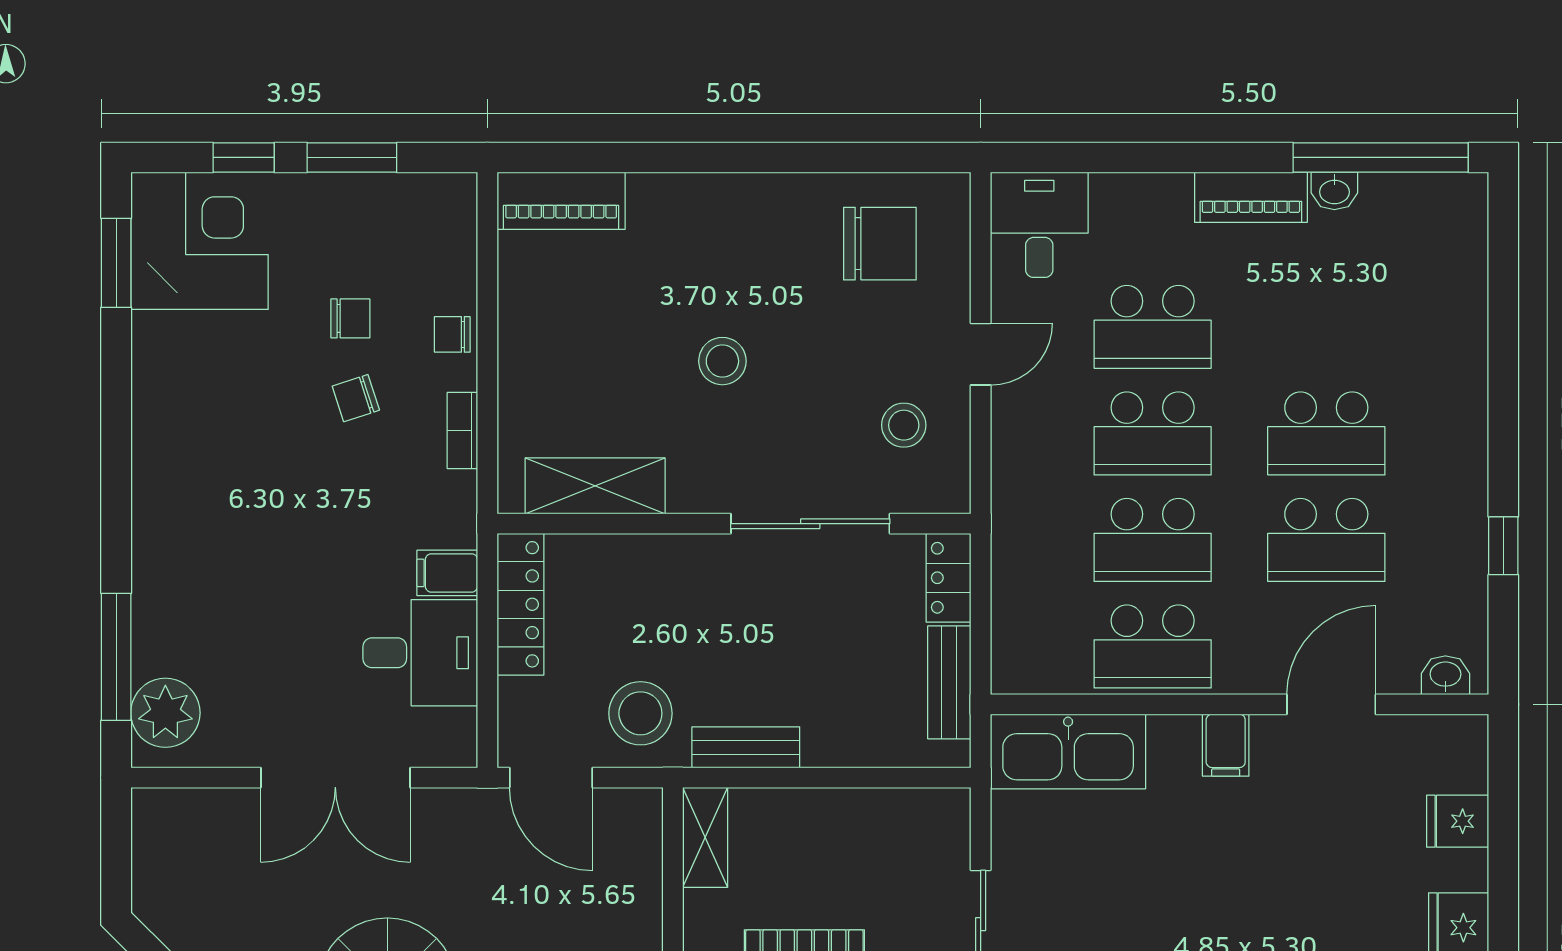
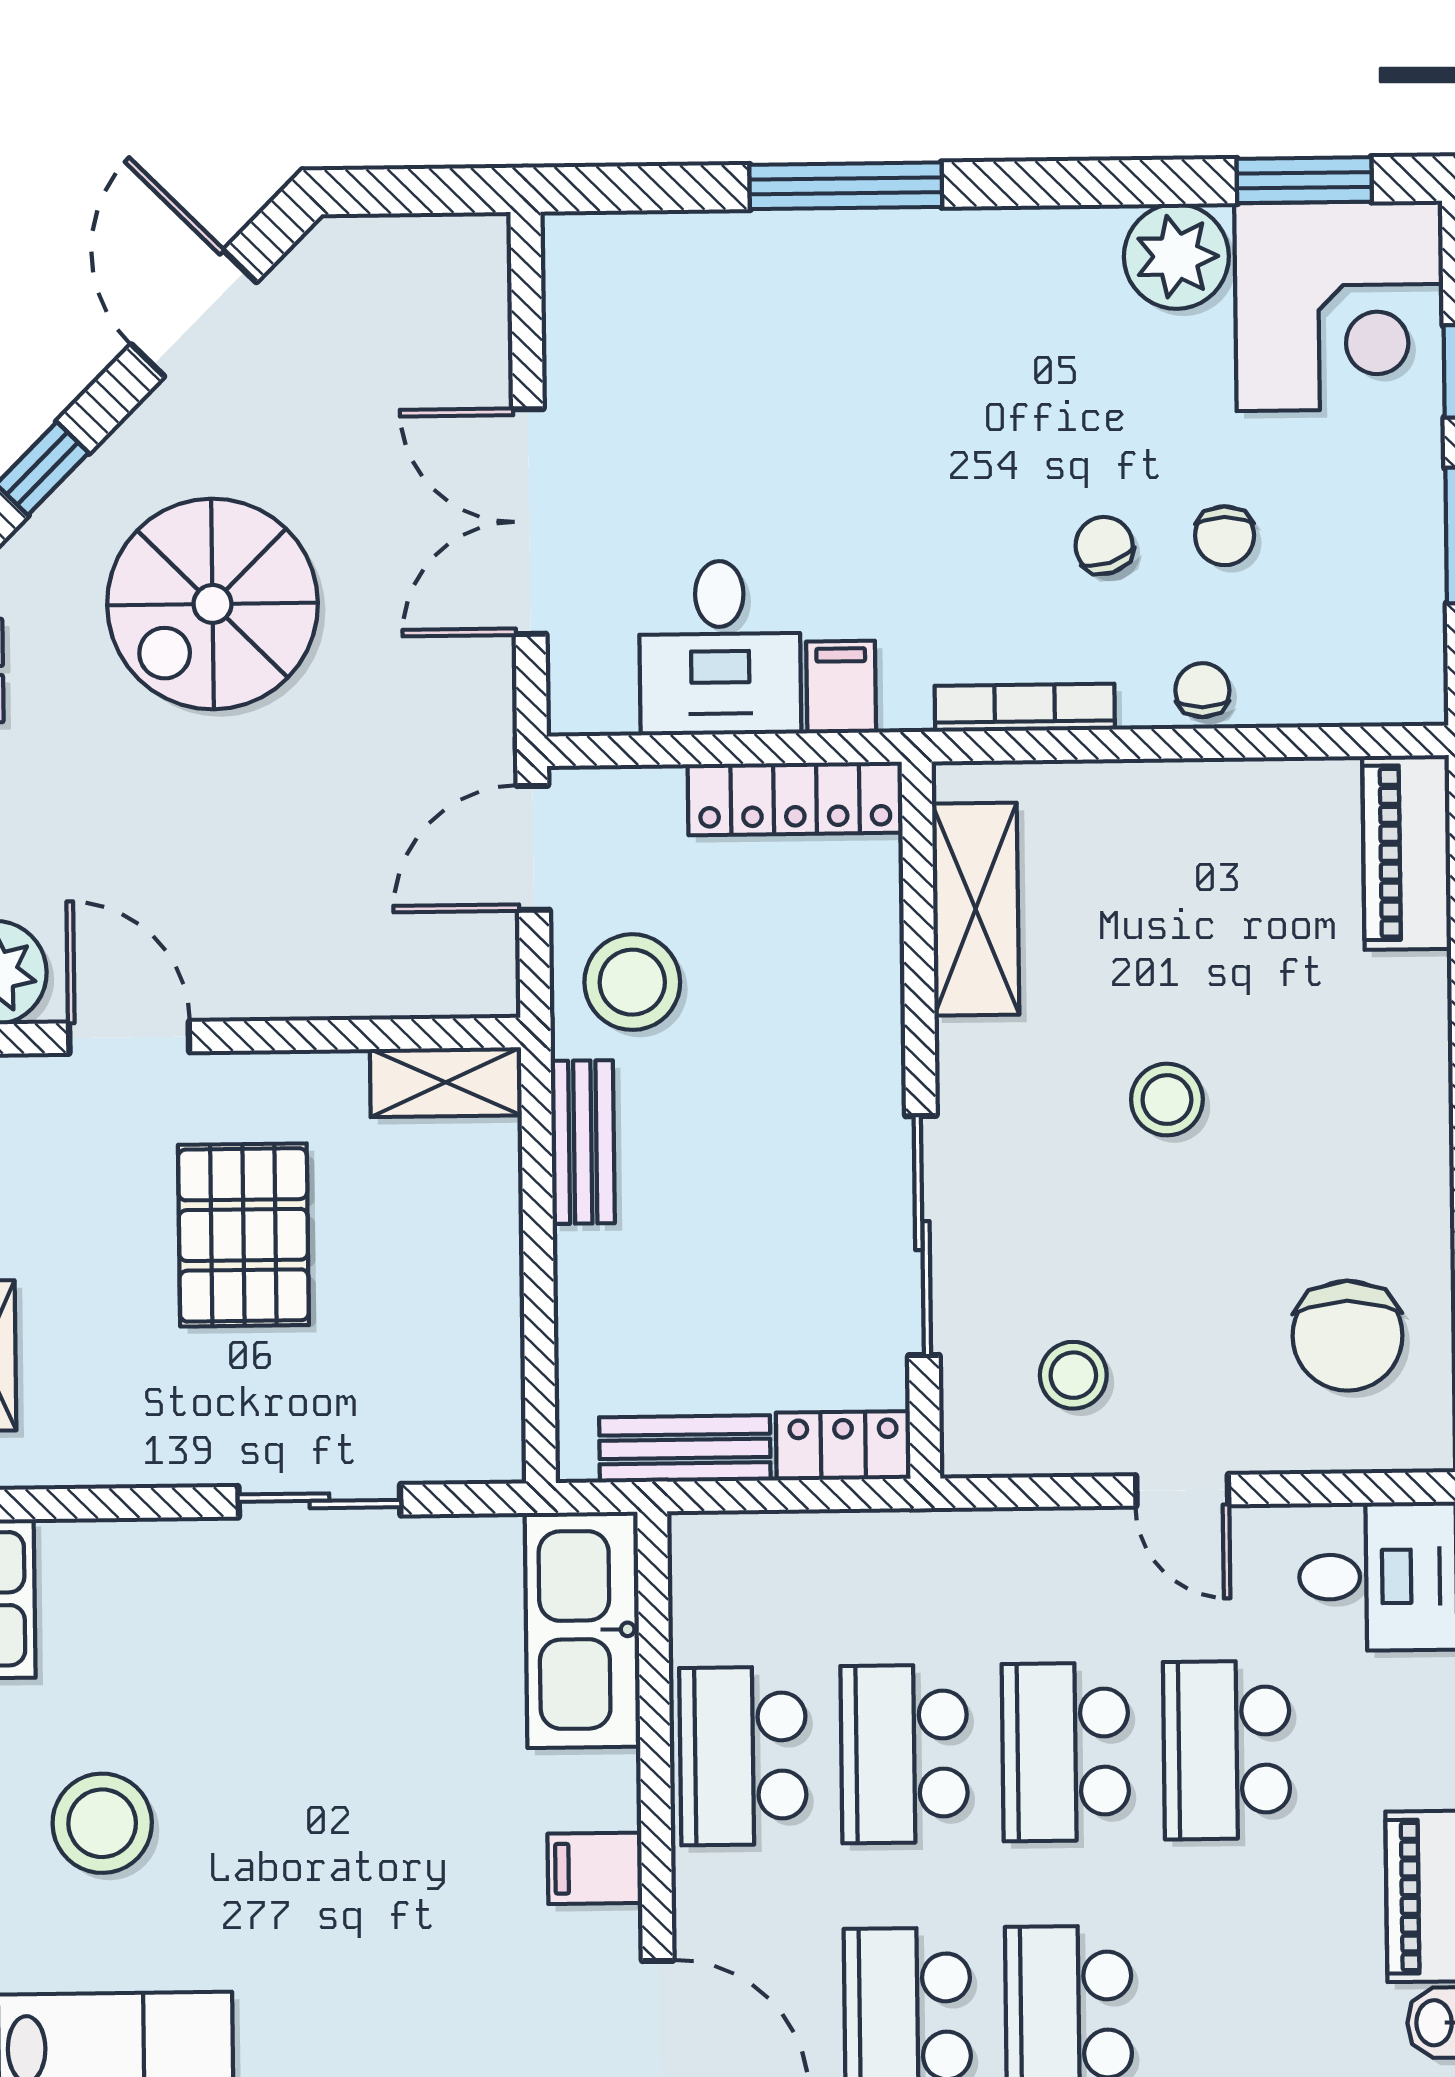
bookcase: (462, 430) -> (1025, 708), width x1.56
window: (116, 657) -> (846, 186), moved
plant: (165, 713) -> (1176, 256), moved

